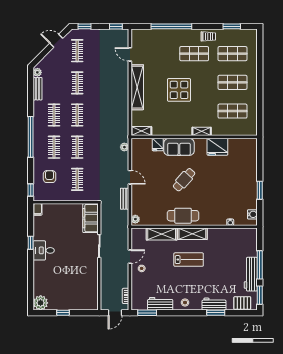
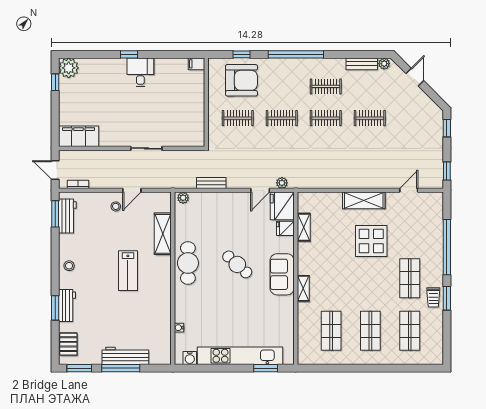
window: (232, 26) -> (447, 298), moved
door: (56, 41) -> (415, 77), moved
clothes rail: (77, 51) -> (414, 118), removed
shelving: (137, 87) -> (364, 200), width x0.68
display table: (179, 90) -> (371, 241), moved
shelving: (141, 131) -> (304, 227), moved
clothes rail: (54, 147) -> (282, 86), removed
sofa: (179, 147) -> (282, 274), moved
fridge: (217, 147) -> (282, 206), moved
armchair: (50, 177) -> (241, 80), width x1.88, depth x1.88
door: (130, 177) -> (260, 190), moved
kitchen unit: (251, 178) -> (240, 356), added
window: (31, 190) -> (241, 54), moved
window: (260, 190) -> (266, 368), moved
filing cabinet: (90, 218) -> (79, 136), moved
shelving: (192, 234) -> (163, 276), removed
window: (31, 243) -> (129, 54), moved
door: (130, 257) -> (132, 190), hinge flipped
workbench: (251, 274) -> (125, 356), moved
workbench: (160, 304) -> (67, 216), moved
window: (63, 313) -> (55, 82), moved

